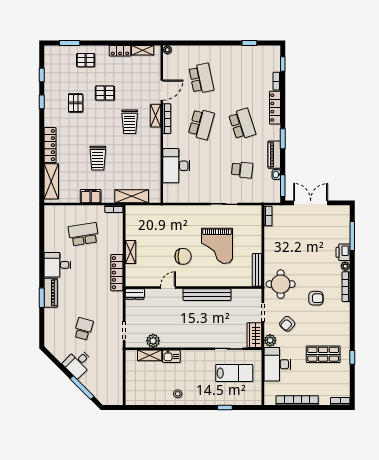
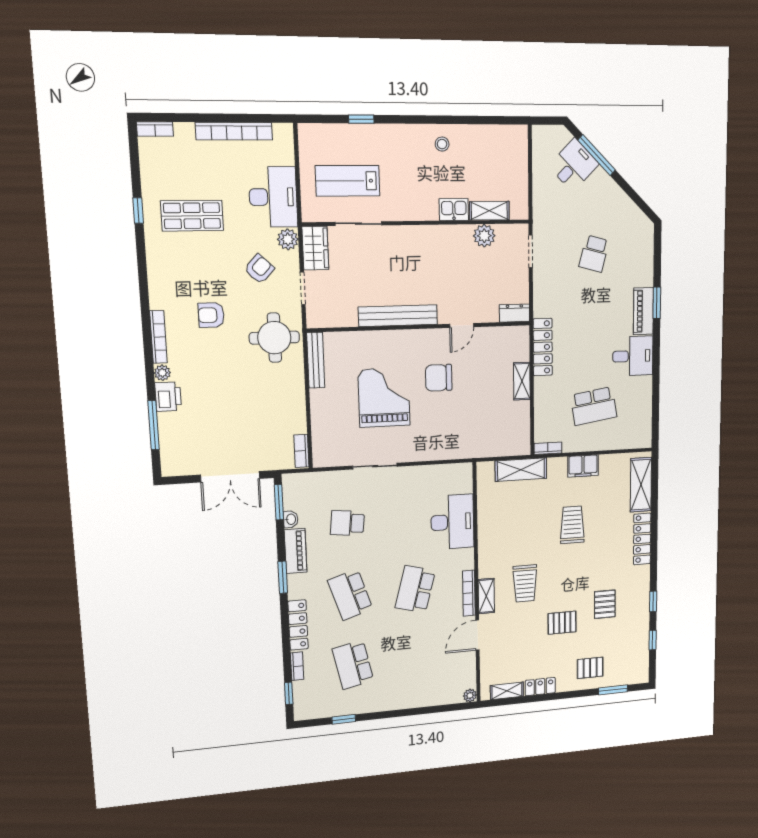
school desk: (201, 78) -> (353, 665), moved
trolley: (130, 122) -> (525, 583), turned 180
desk: (78, 363) -> (574, 165), moved

